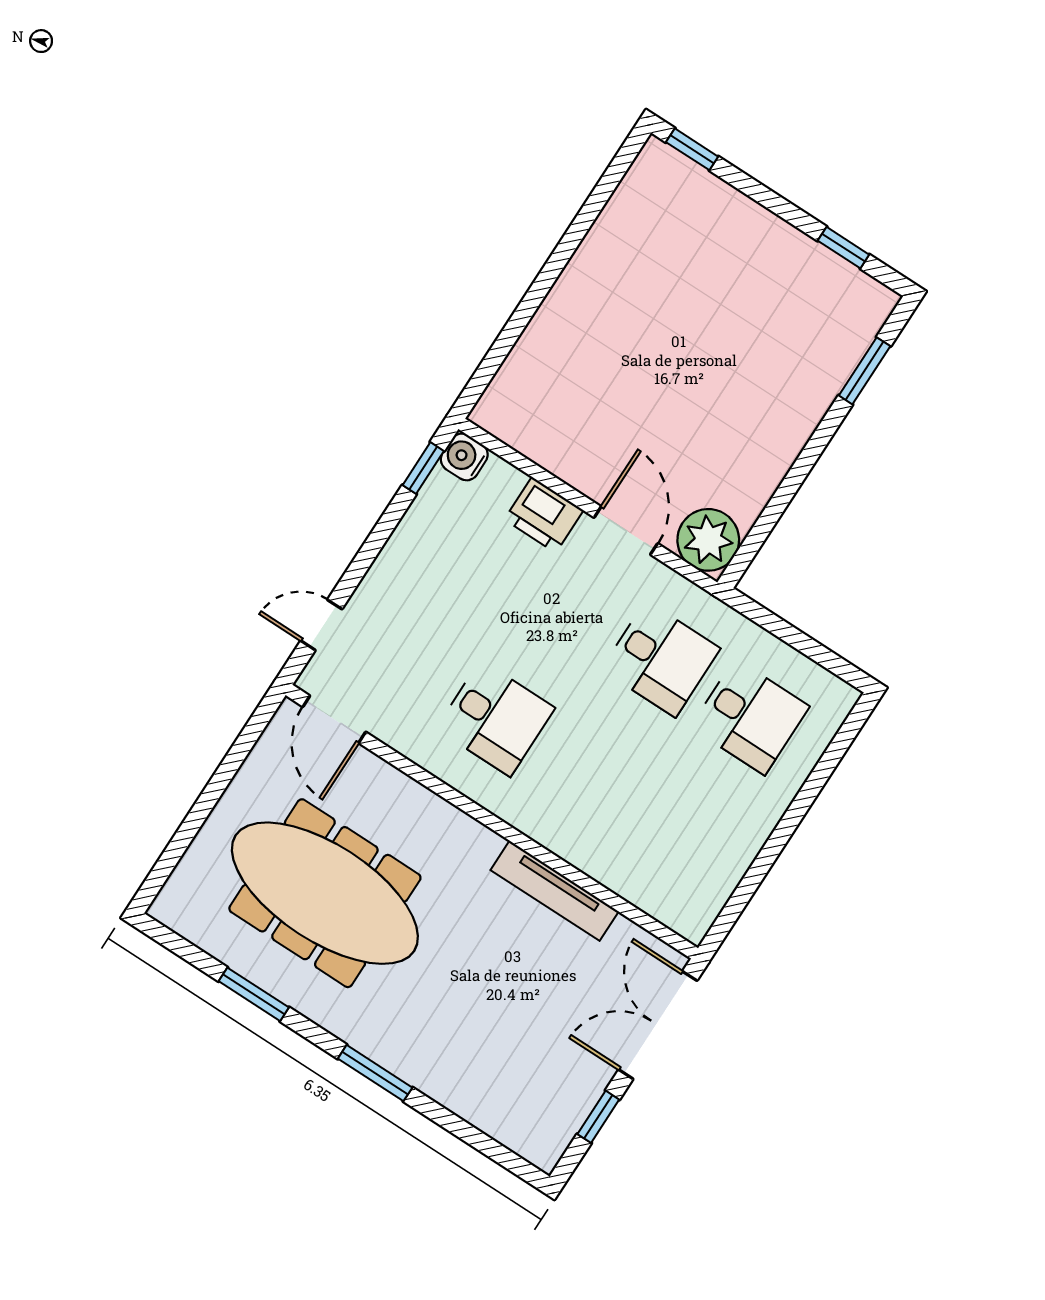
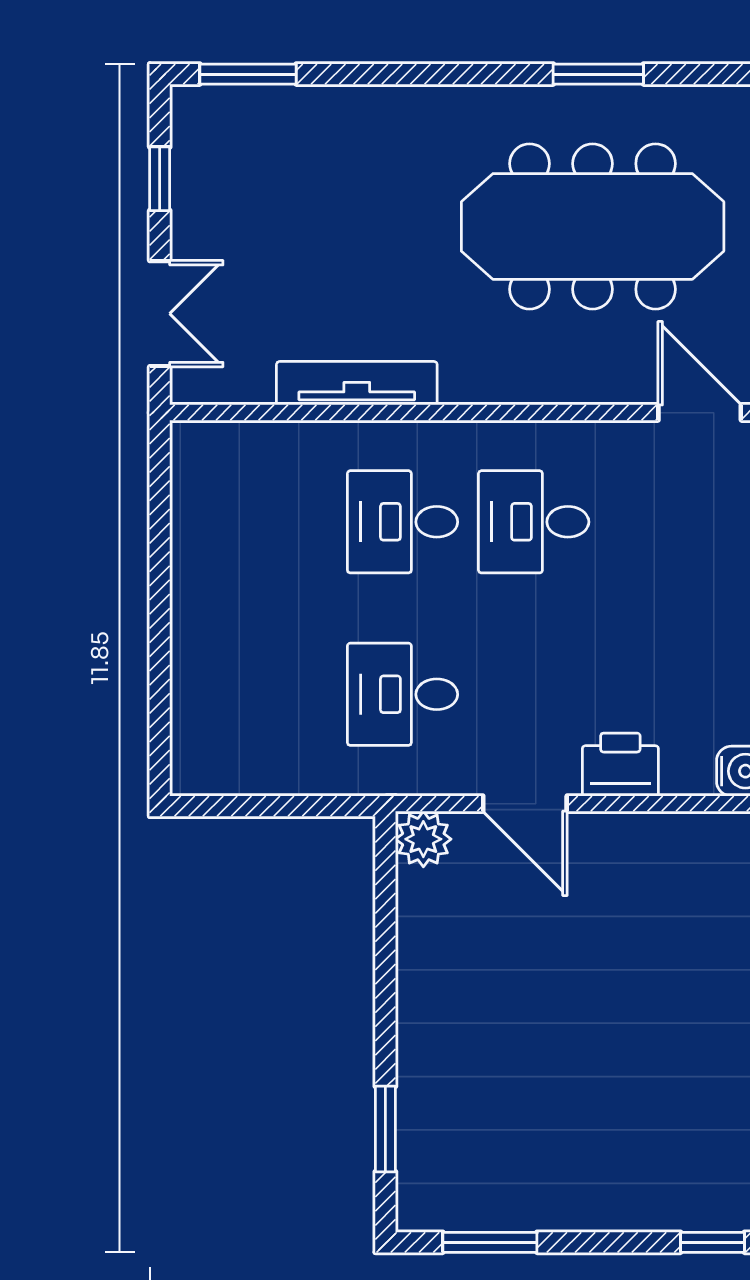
window: (843, 248) -> (490, 1242), width x1.50
plant: (708, 540) -> (423, 839), width x0.73, depth x0.73
desk: (750, 717) -> (403, 522), moved
double door: (658, 1025) -> (160, 314), width x0.73
window: (375, 1073) -> (248, 74), moved

